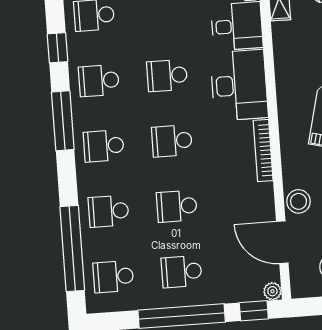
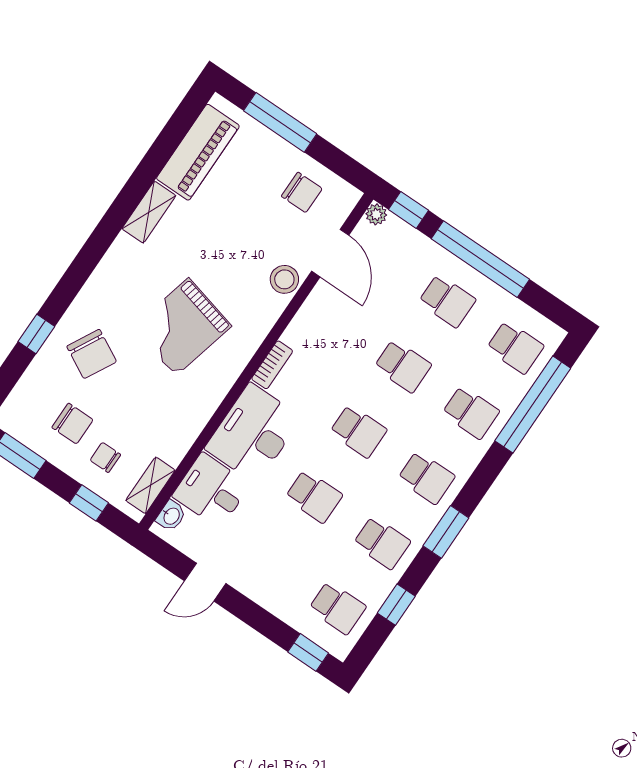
window: (63, 121) -> (446, 532), width x0.69
bookcase: (263, 150) -> (272, 365), width x0.64

